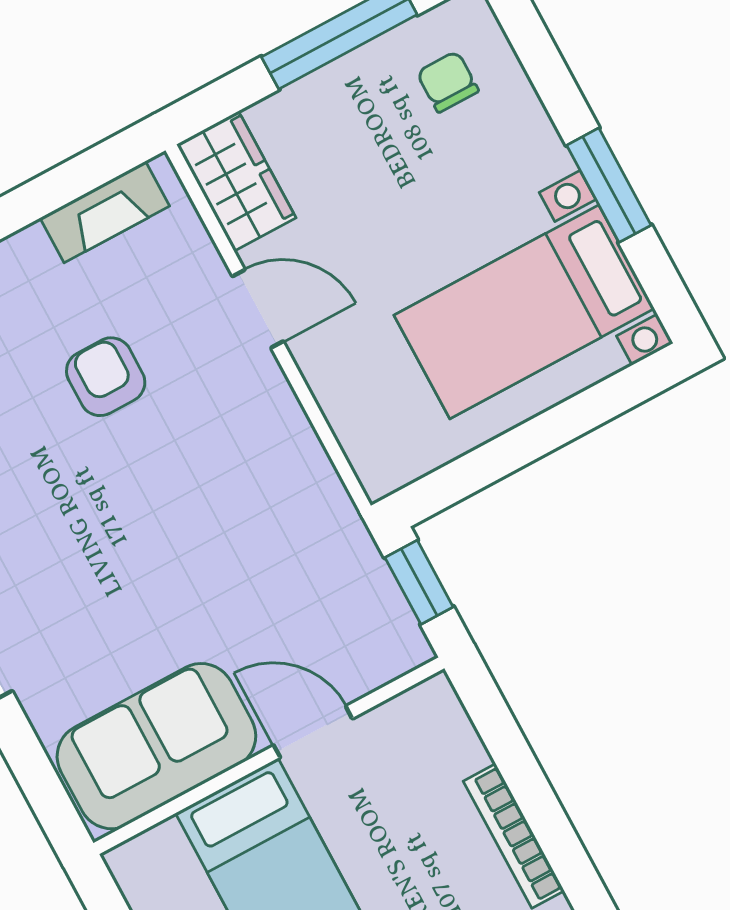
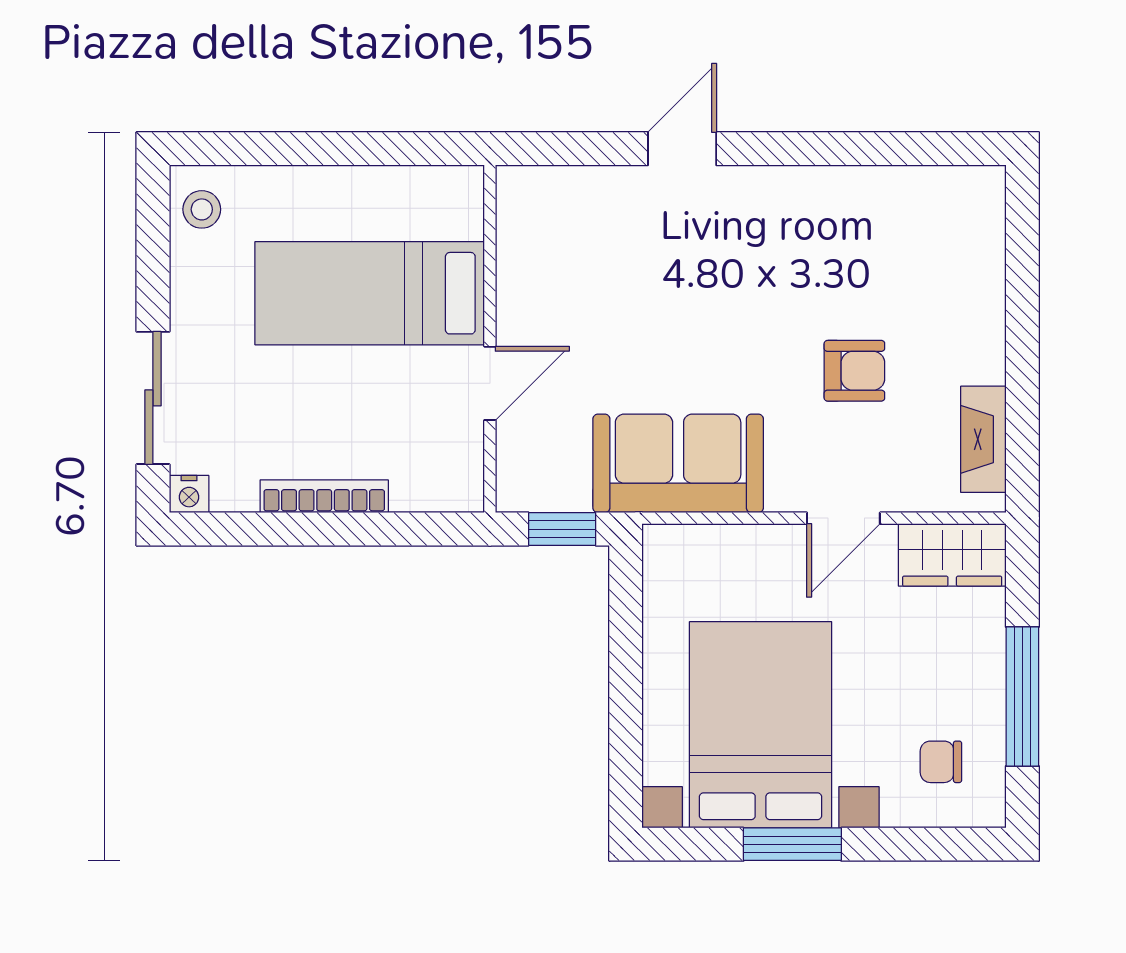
chair: (448, 82) -> (941, 762), turned 180
bed with nightstands: (524, 312) -> (761, 725), width x1.36
sofa: (156, 746) -> (678, 463), moved, turned -90

